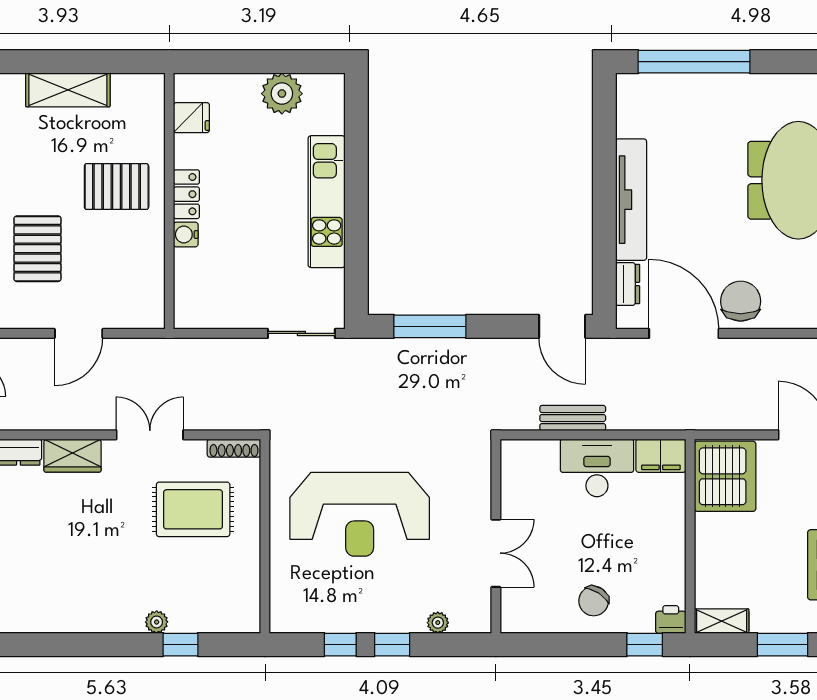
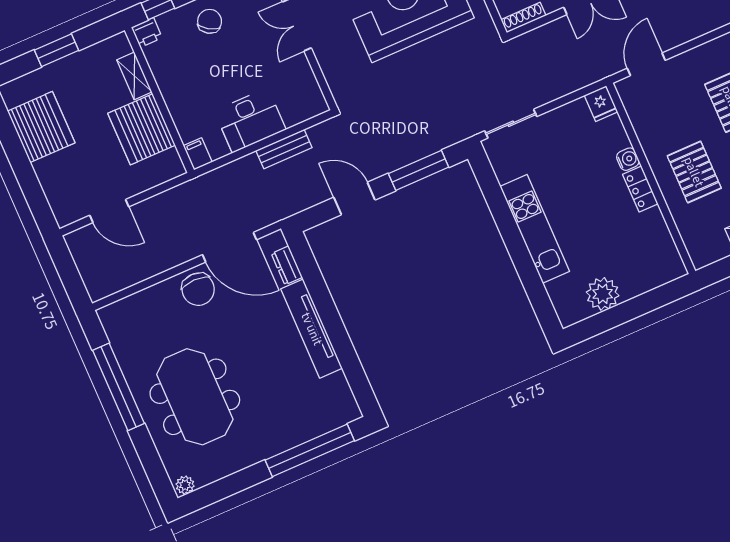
fridge: (191, 118) -> (601, 104), moved, turned -90
pallet: (117, 187) -> (694, 172), turned 90
door: (562, 326) -> (354, 199), moved
door: (79, 333) -> (646, 64), moved
filing cabinet: (661, 456) -> (198, 154), width x0.50
server rack: (725, 476) -> (142, 129), moved
shelving: (722, 621) -> (134, 76), moved, turned 90

